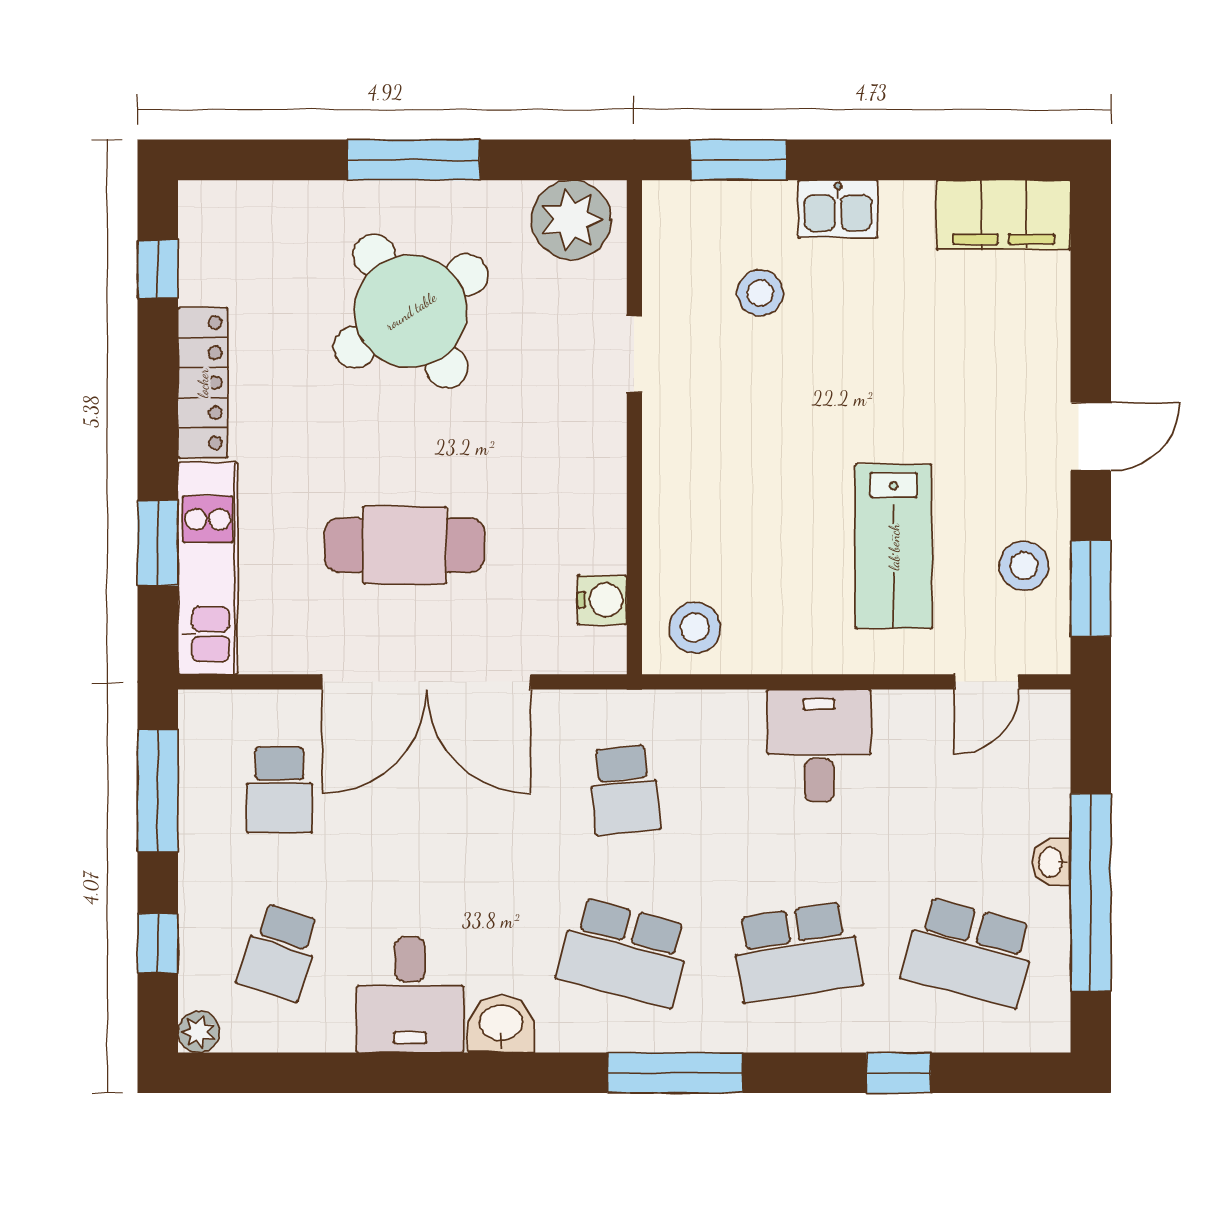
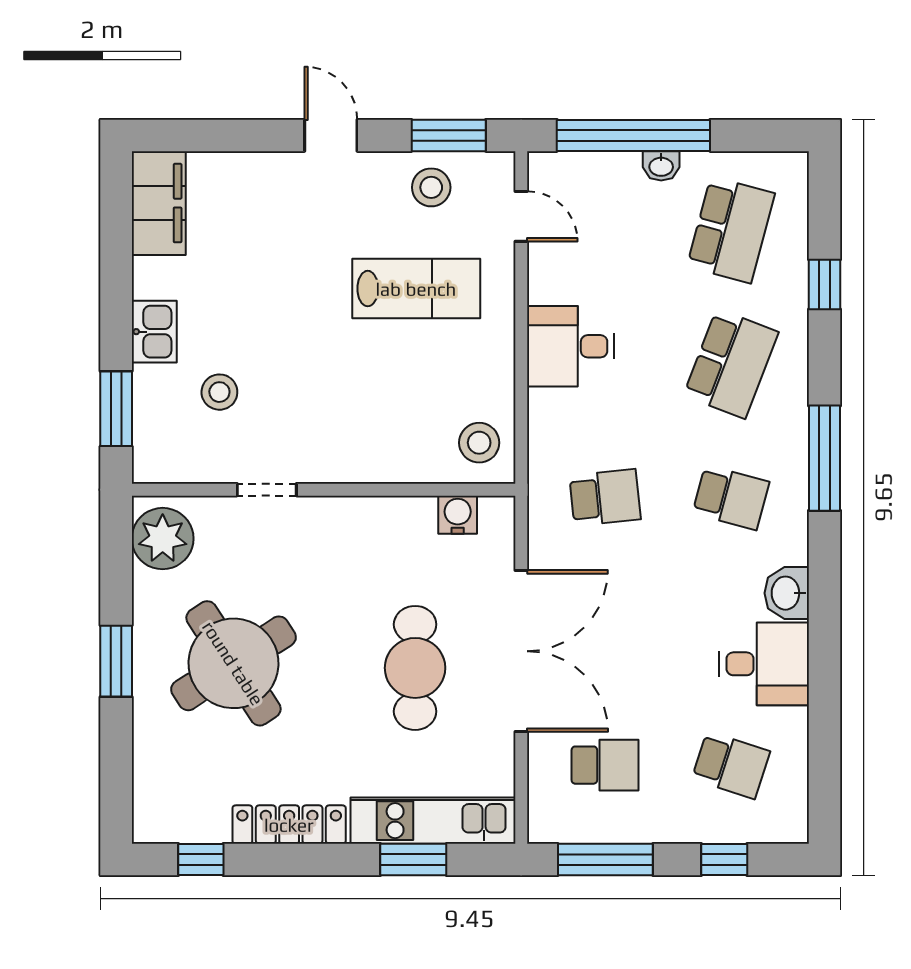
window: (413, 160) -> (116, 661), width x0.69
window: (1091, 892) -> (633, 135), moved
school desk: (624, 952) -> (731, 497), width x0.54
school desk: (797, 952) -> (731, 364), turned 30
plant: (199, 1032) -> (793, 828), removed

